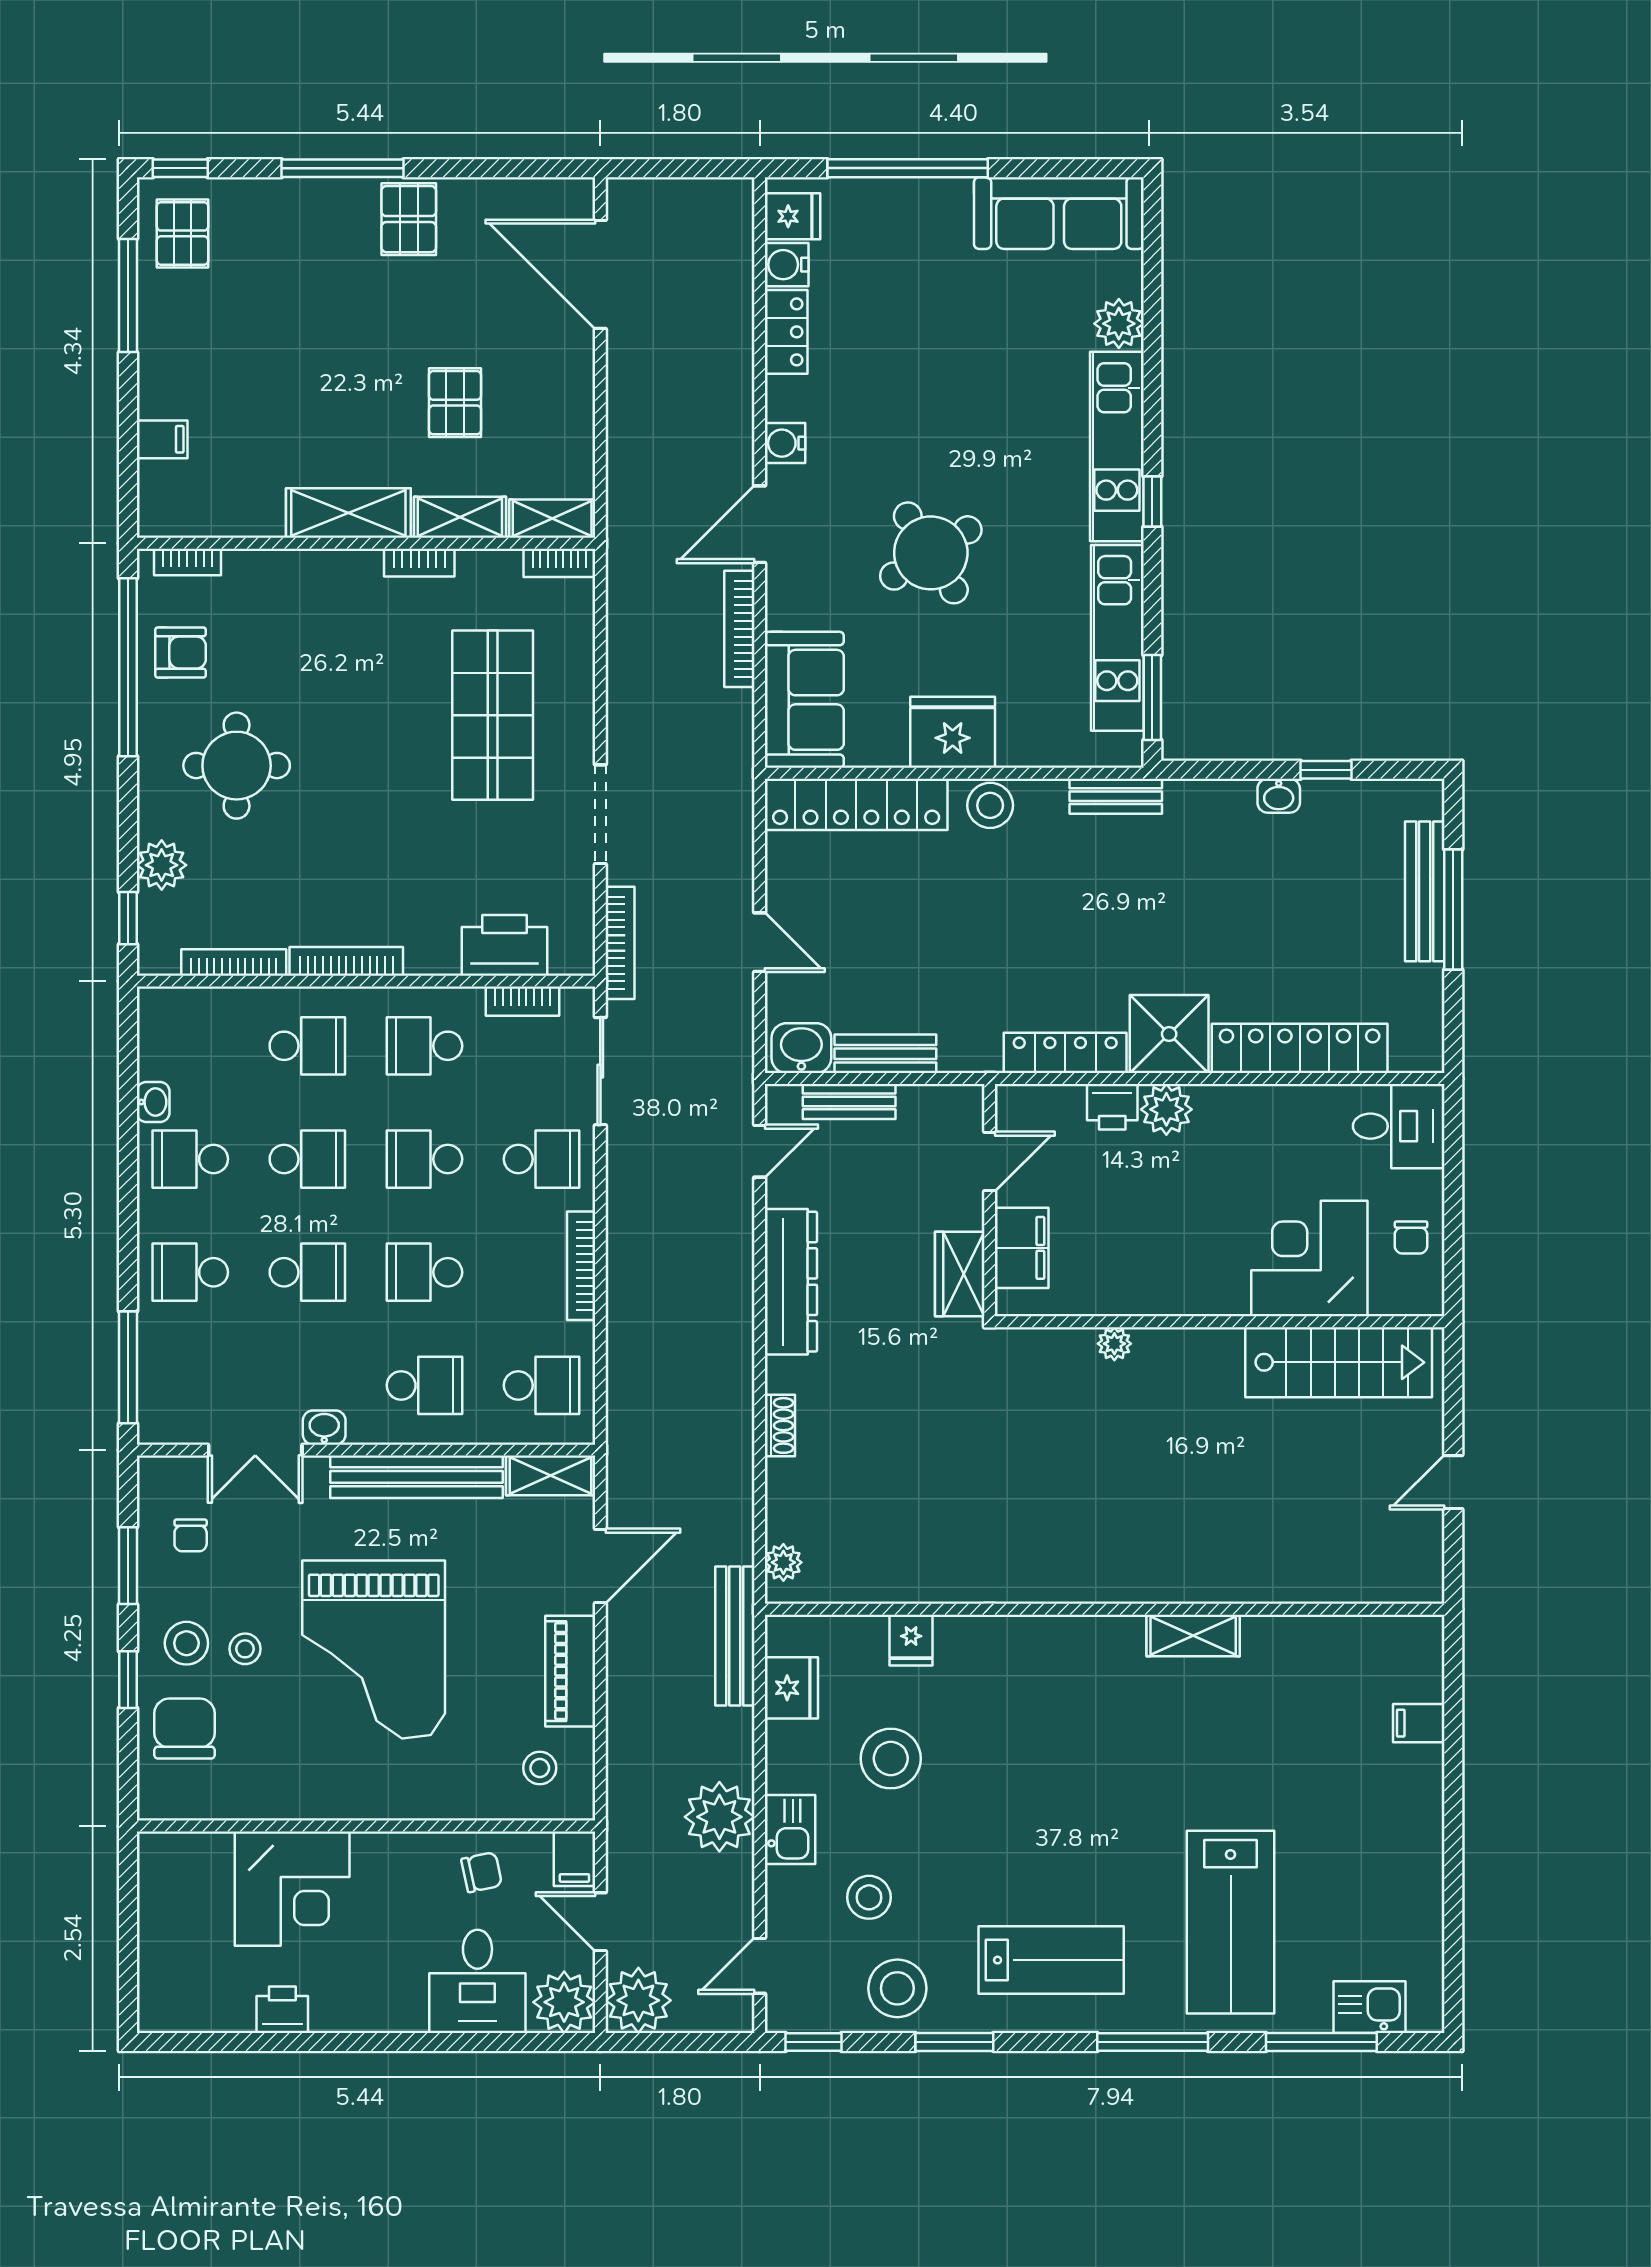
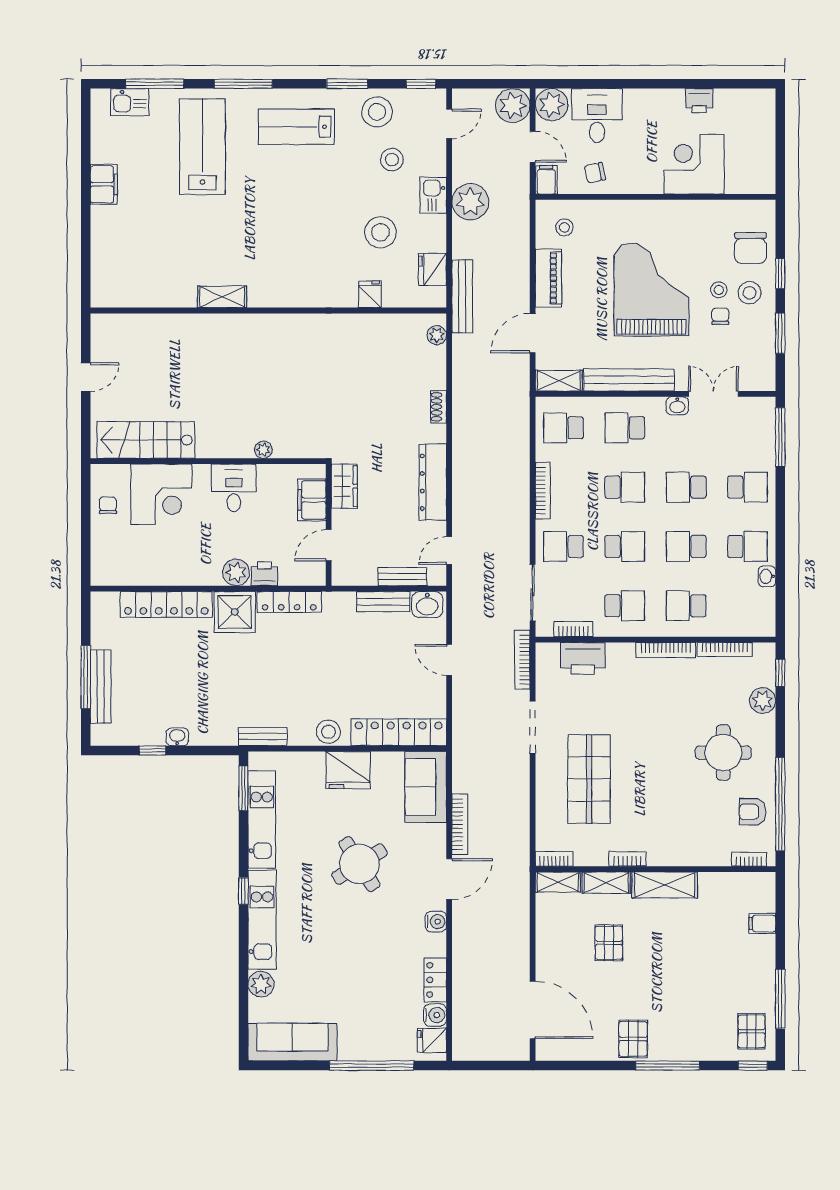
desk: (1399, 1126) -> (234, 488), moved, turned 90
chair: (191, 1535) -> (720, 316), moved
filing cabinet: (1419, 1723) -> (104, 184), moved, width x2.00

